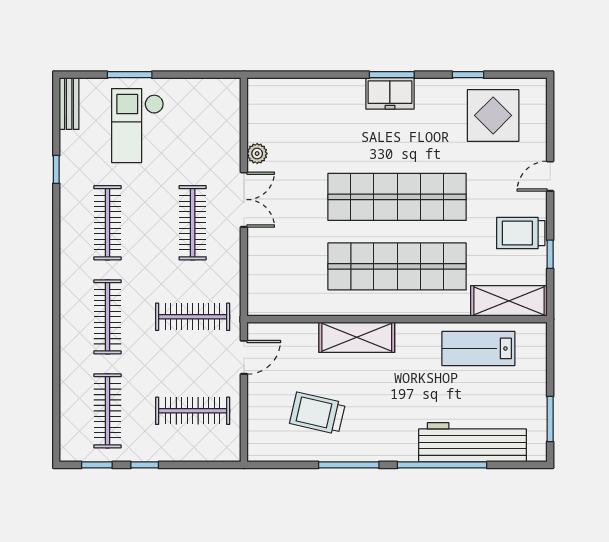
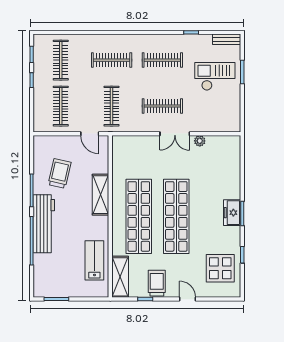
clothes rail: (108, 411) -> (61, 60), turned 90
workbench: (473, 442) -> (44, 224), moved

